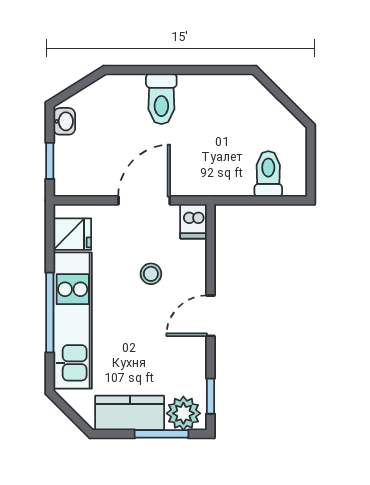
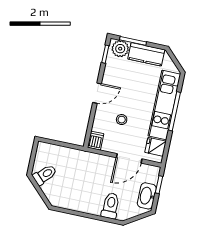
toilet: (161, 99) -> (111, 206), moved
washbasin: (64, 121) -> (147, 196), width x1.91, depth x1.45
toilet: (268, 174) -> (45, 175), moved, turned -135
door: (144, 200) -> (129, 158), moved

